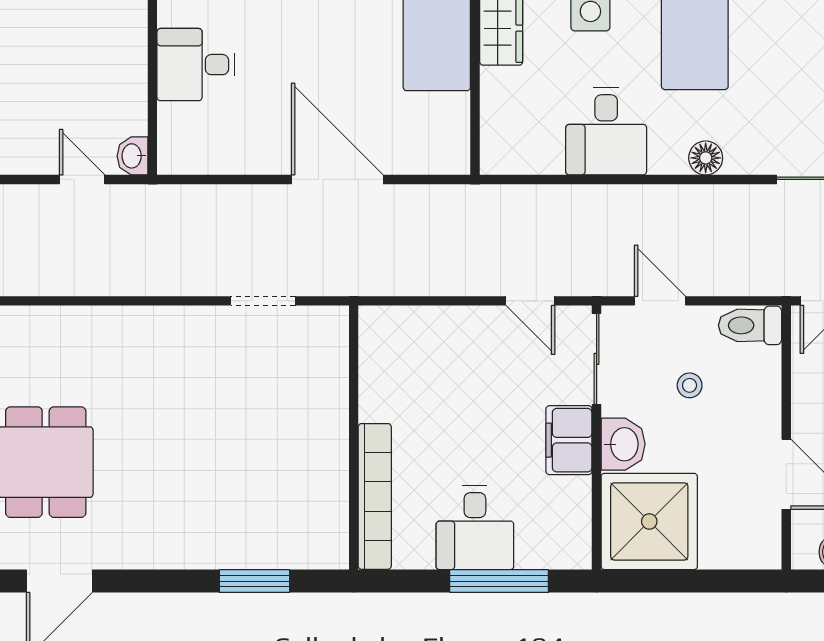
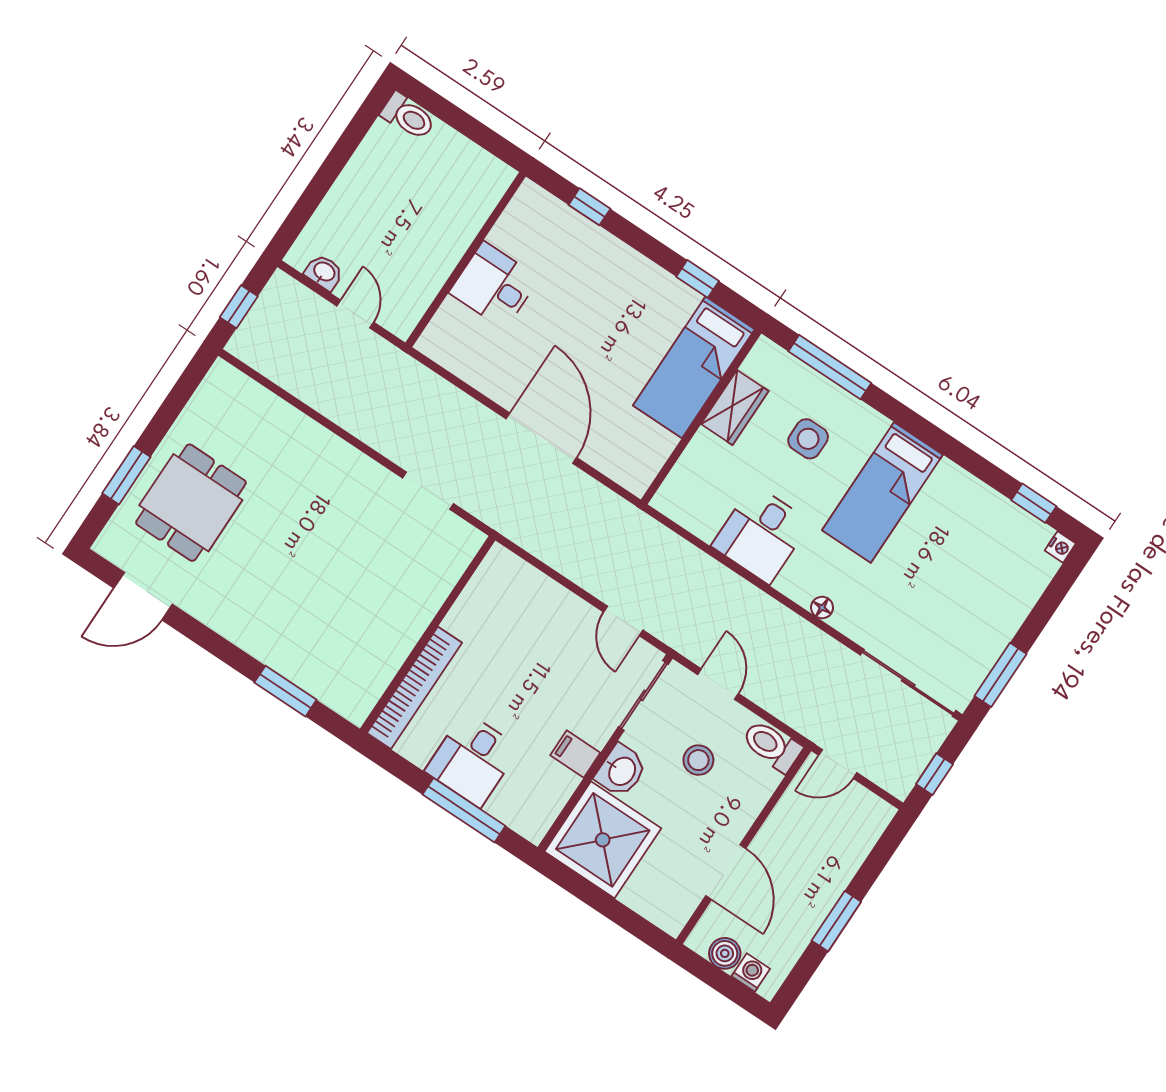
washbasin: (133, 156) -> (324, 272), moved, turned 90
floor lamp: (706, 158) -> (822, 608), width x0.73, depth x0.73
stool: (690, 385) -> (698, 760), width x1.37, depth x1.37
filing cabinet: (569, 440) -> (575, 754), width x0.50

